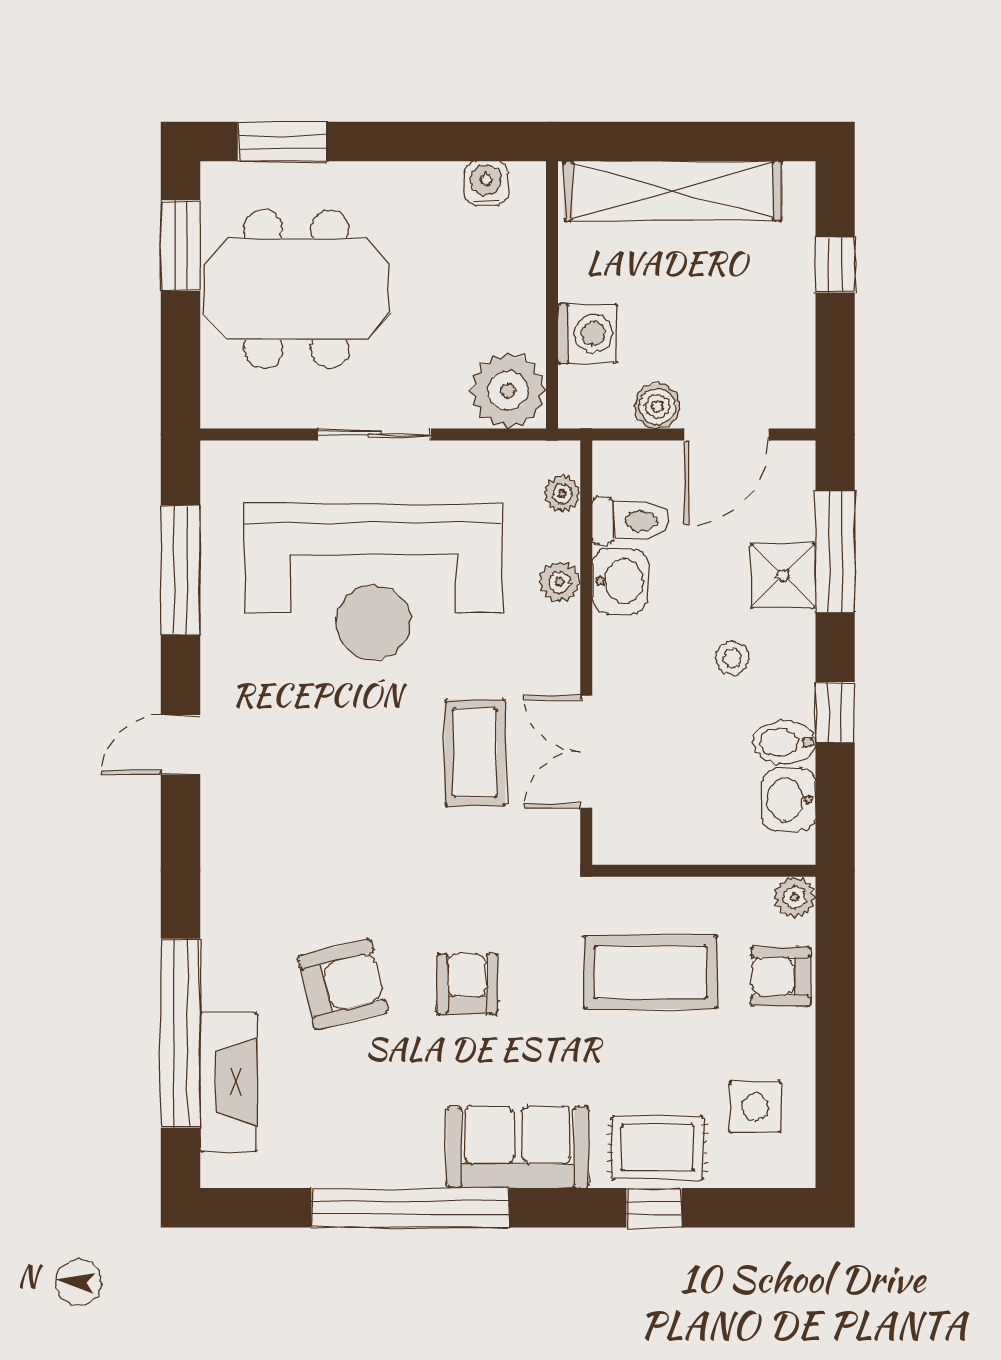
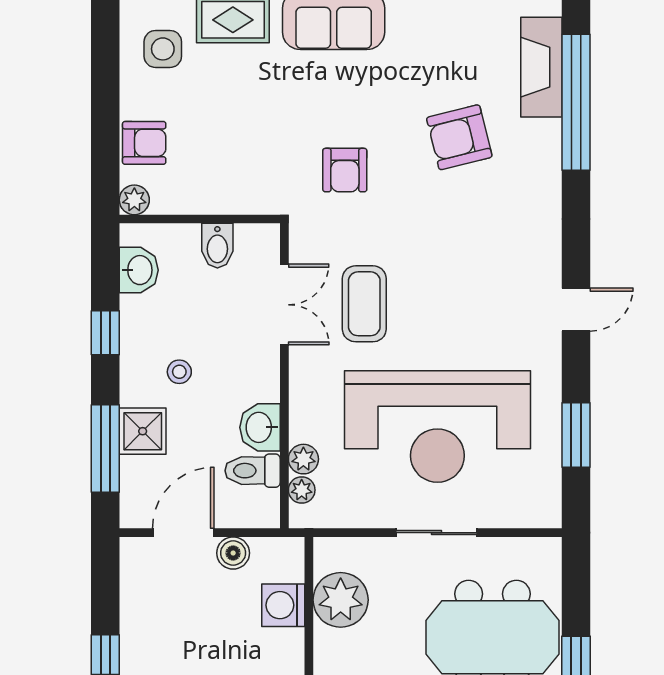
plant: (508, 391) -> (341, 600), moved
window: (181, 570) -> (576, 435), width x0.69
reception desk: (373, 582) -> (437, 427), turned 180
plant: (560, 582) -> (303, 459), moved
bidet: (784, 742) -> (217, 246), moved, turned 90
coffee table: (651, 972) -> (238, 146), removed
armchair: (467, 984) -> (345, 170), moved

